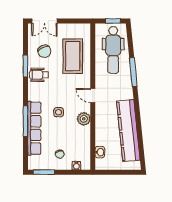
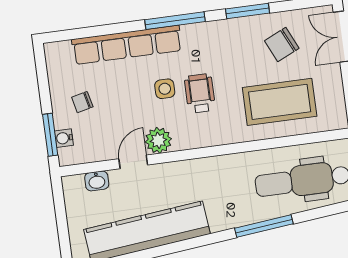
wheelchair: (39, 75) -> (200, 93), moved
door: (93, 95) -> (133, 162), moved
window: (25, 121) -> (175, 21), moved
window: (44, 172) -> (50, 135), moved

